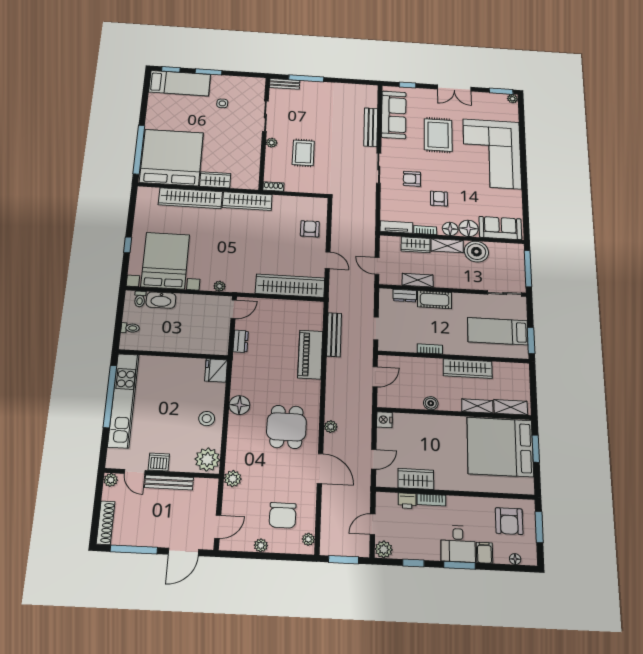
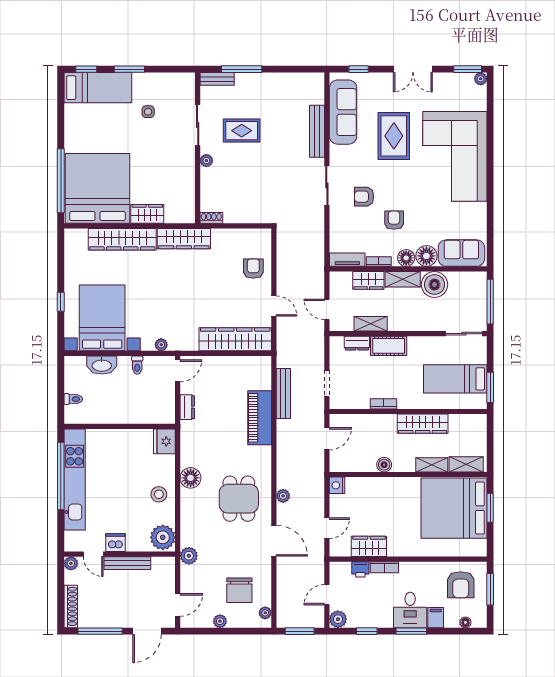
rug: (303, 153) -> (242, 131), moved, turned 90
toilet: (140, 299) -> (137, 365), moved

